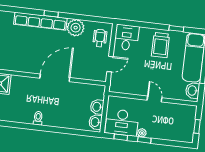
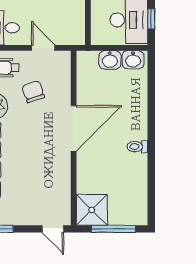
chair: (82, 54) -> (33, 92), added
door: (55, 78) -> (74, 128), swing flipped

